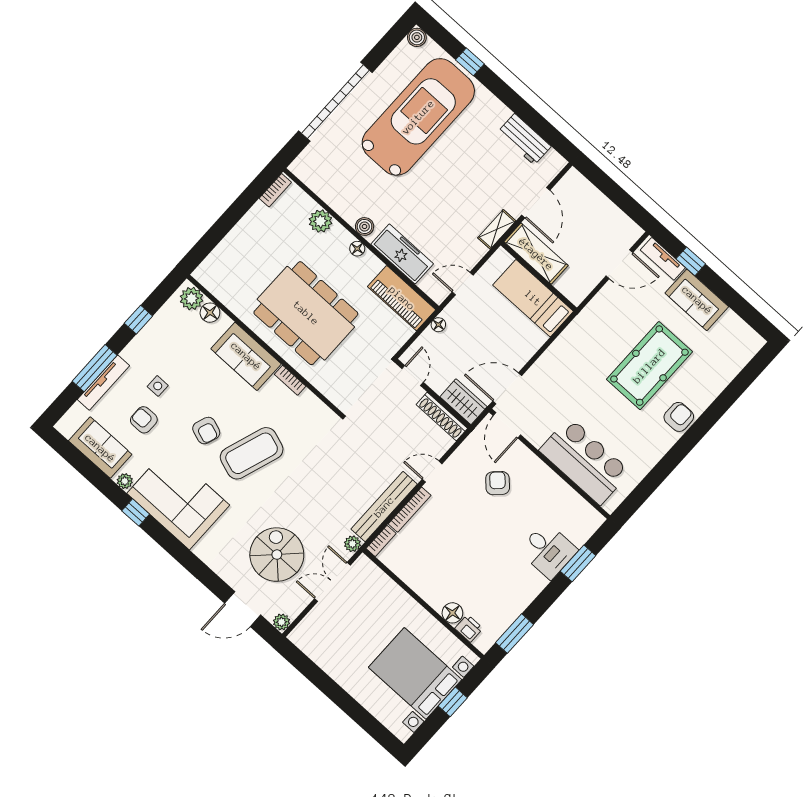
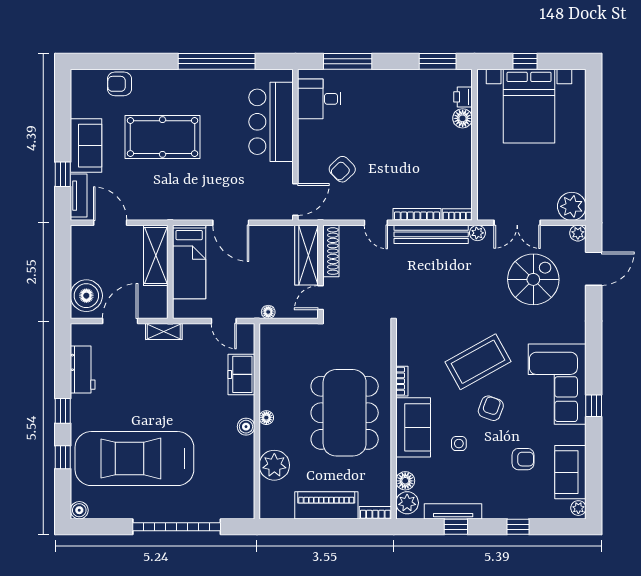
window: (506, 95) -> (63, 411), added
bookcase: (275, 190) -> (375, 513), moved
boiler: (579, 194) -> (86, 296), added
plant: (320, 221) -> (274, 465), width x1.36, depth x1.36
freezer: (402, 254) -> (241, 374), width x0.71
shelving: (536, 254) -> (156, 255), moved
piano: (402, 298) -> (326, 505), moved, turned -90
window: (95, 368) -> (518, 527), width x0.46
tv unit: (103, 383) -> (453, 511), moved
side table: (158, 386) -> (459, 444), moved
door: (507, 388) -> (231, 223), moved
wardrobe: (463, 402) -> (307, 255), width x1.50
armchair: (679, 417) -> (119, 84), moved
armchair: (144, 420) -> (523, 459), turned -90
coffee table: (252, 453) -> (478, 362), turned -48
window: (670, 461) -> (217, 61), added
plant: (125, 481) -> (578, 508), moved
desk: (548, 550) -> (319, 99), moved, turned -90
spiral stairs: (277, 555) -> (533, 279), turned 180
window: (578, 563) -> (348, 61), width x1.44
door: (243, 609) -> (594, 269), hinge flipped
plant: (307, 636) -> (572, 206), added

